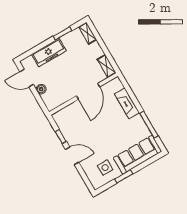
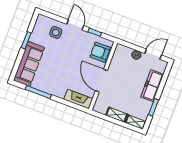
shelving: (107, 66) -> (117, 115), moved
fireplace: (127, 103) -> (78, 99), moved
armchair: (70, 116) -> (100, 52), added
door: (72, 156) -> (75, 25), swing flipped
side table: (105, 168) -> (56, 32), moved

